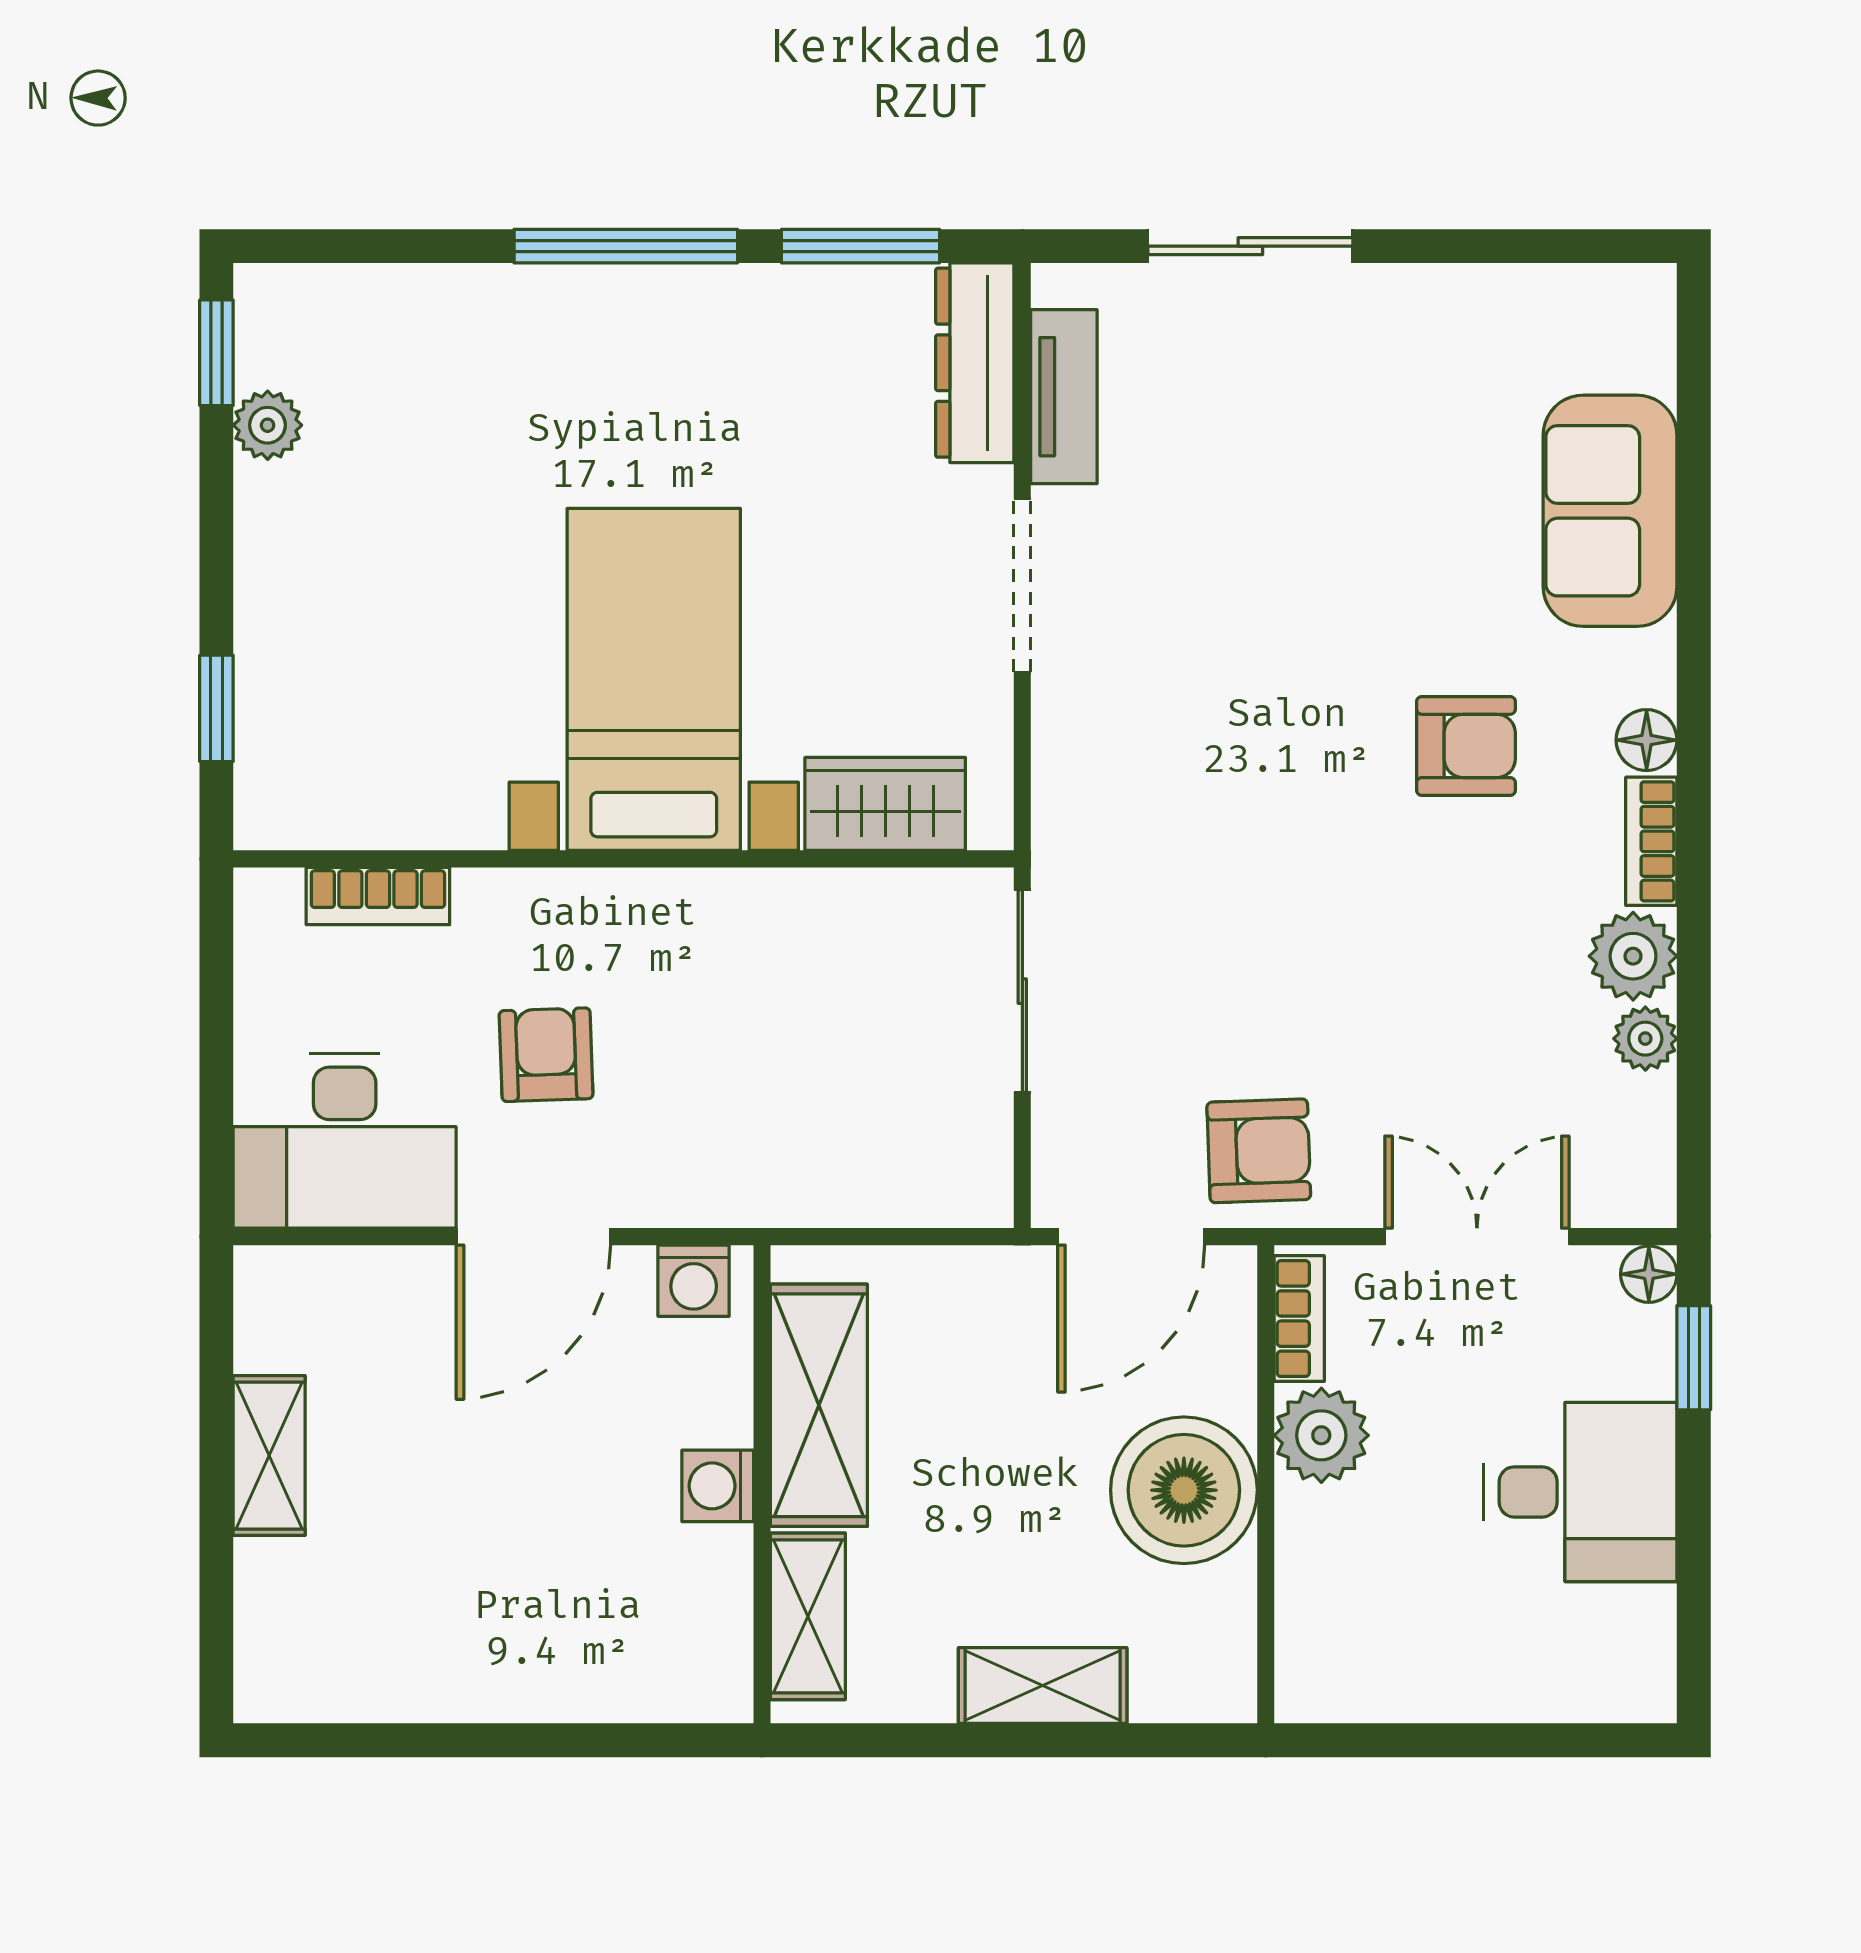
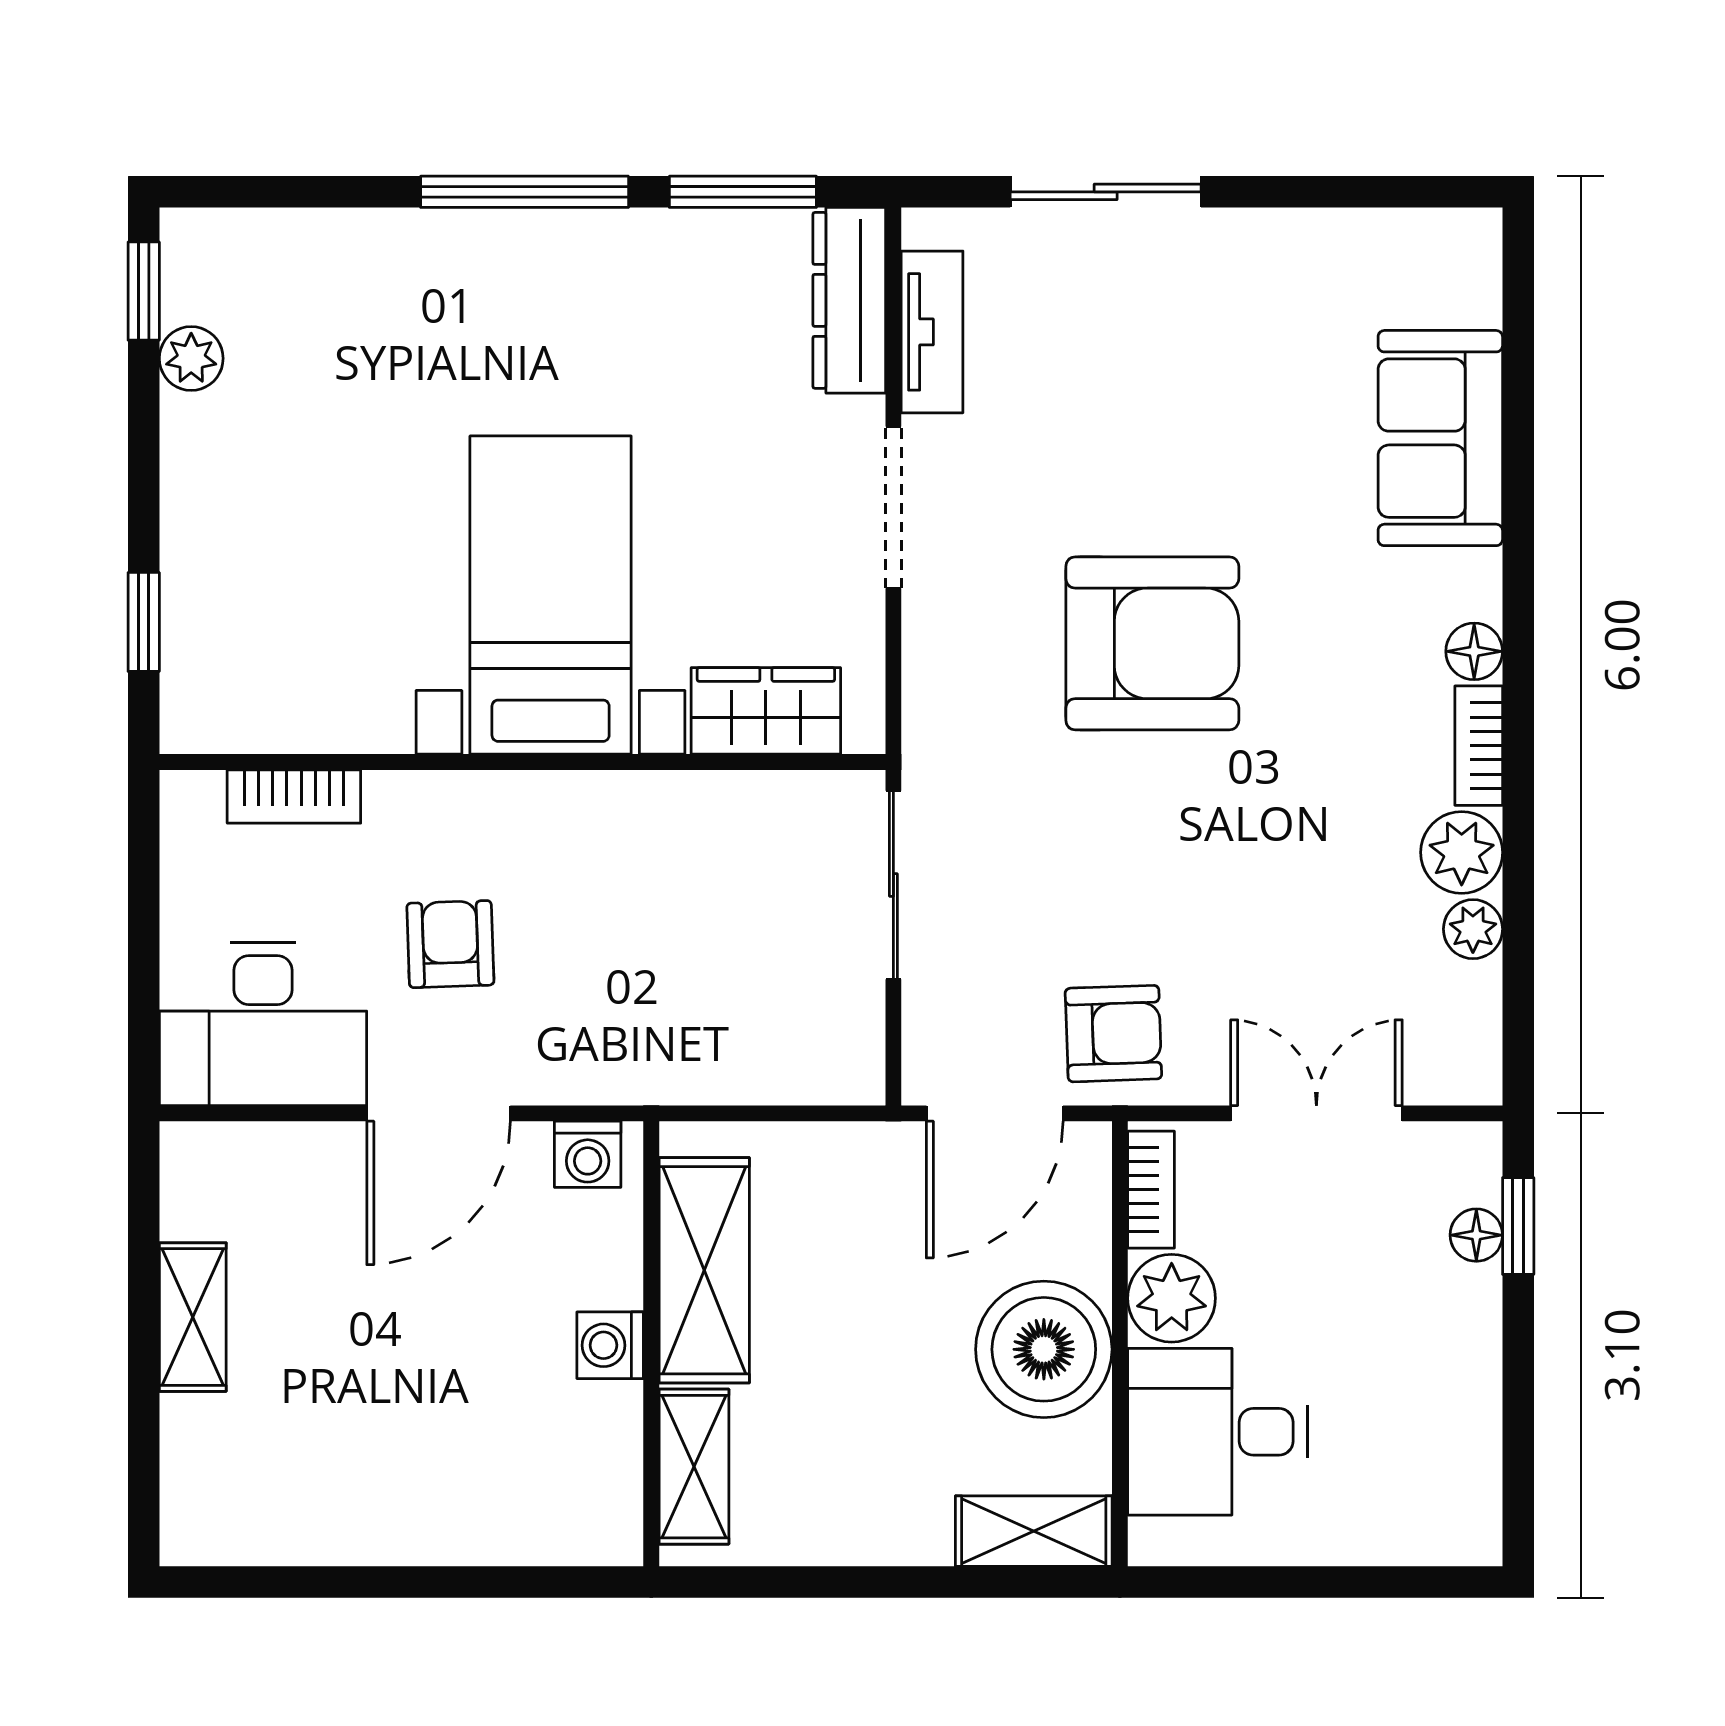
armchair: (1466, 746) -> (1152, 643), moved, width x1.88, depth x1.88
floor lamp: (1649, 1274) -> (1476, 1235), moved
desk: (1580, 1492) -> (1218, 1432), moved, turned 180
shelving: (1043, 1686) -> (1034, 1531), moved

